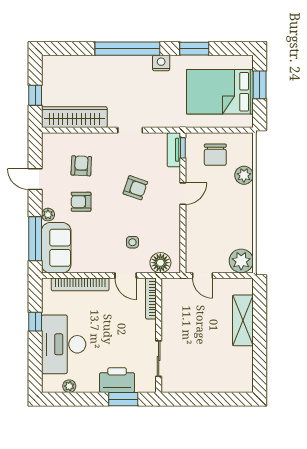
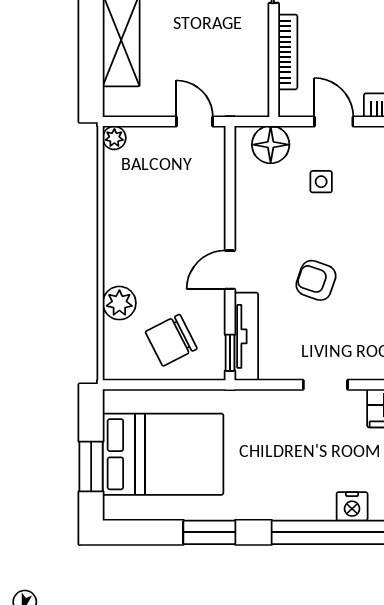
nightstand: (161, 63) -> (352, 506), moved
tv unit: (174, 150) -> (246, 336), width x1.41
chair: (215, 155) -> (171, 340), turned -117
plant: (241, 261) -> (114, 138), width x0.53, depth x0.53
bookcase: (151, 299) -> (288, 52), moved

